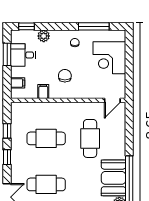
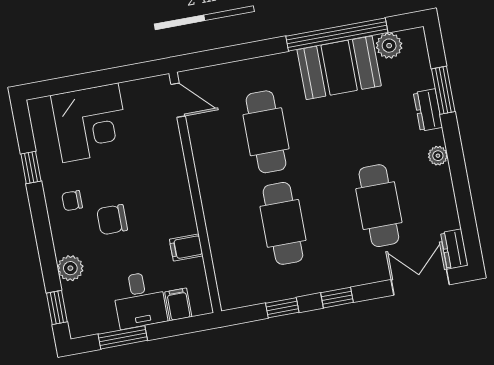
window: (94, 26) -> (31, 167), width x0.46
desk: (23, 55) -> (140, 300), moved
chair: (65, 76) -> (112, 220), moved
cafe table: (90, 138) -> (266, 132), turned 90

